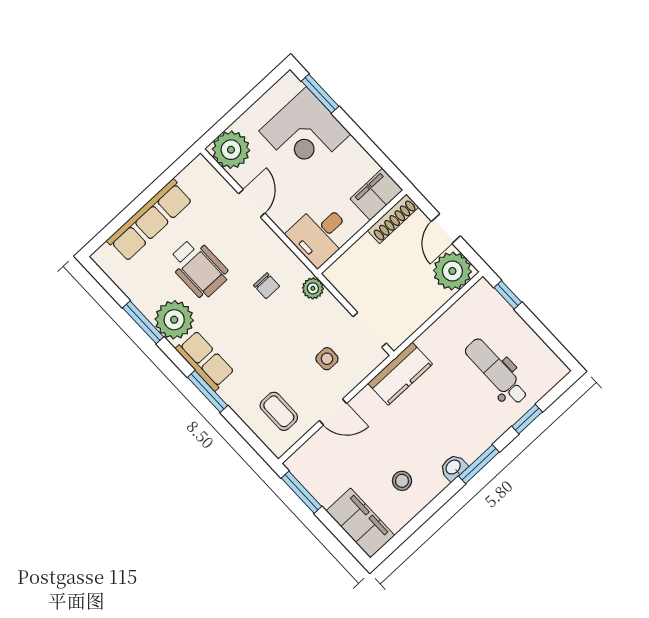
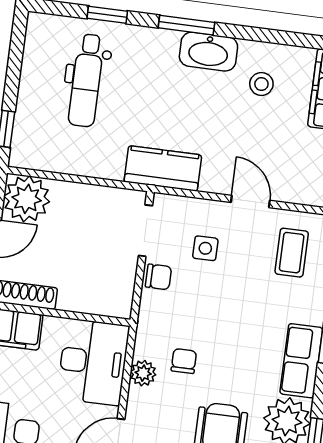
desk: (320, 234) -> (93, 362), width x1.37
plant: (313, 288) -> (143, 373), moved
chair: (333, 314) -> (158, 277), added
washbasin: (453, 467) -> (208, 52), width x1.91, depth x1.45

